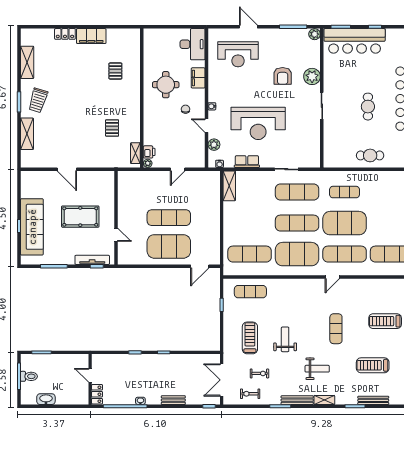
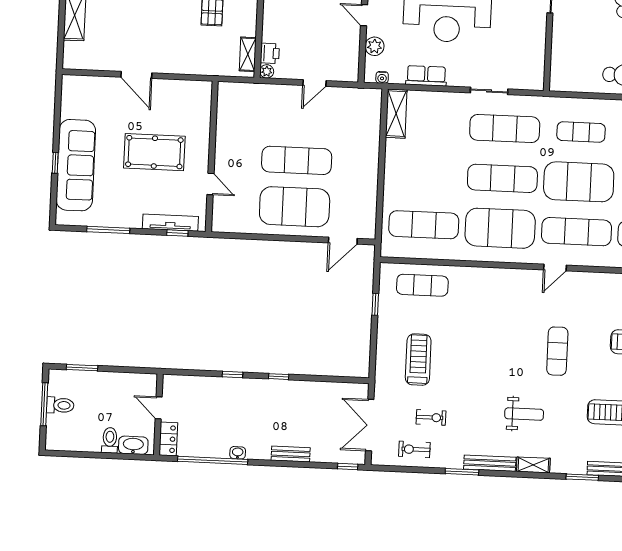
weight bench: (285, 339) -> (475, 364), removed
toilet: (61, 397) -> (110, 440), added
washbasin: (46, 399) -> (133, 445), moved

